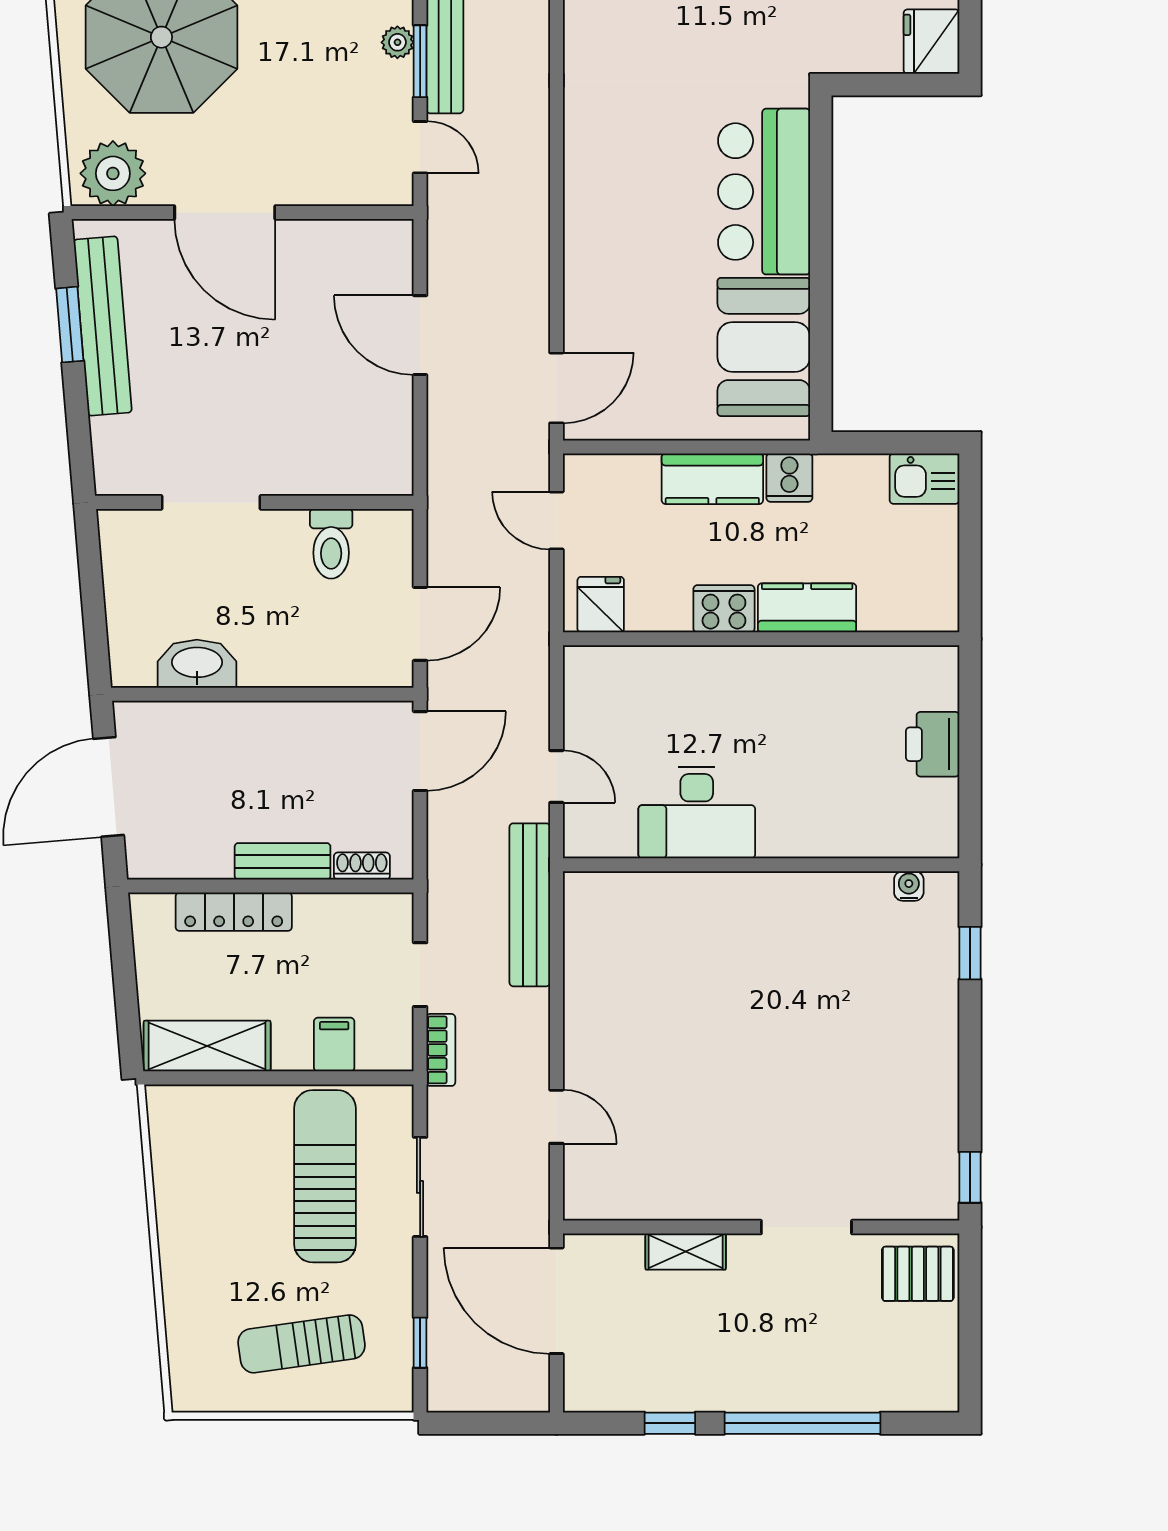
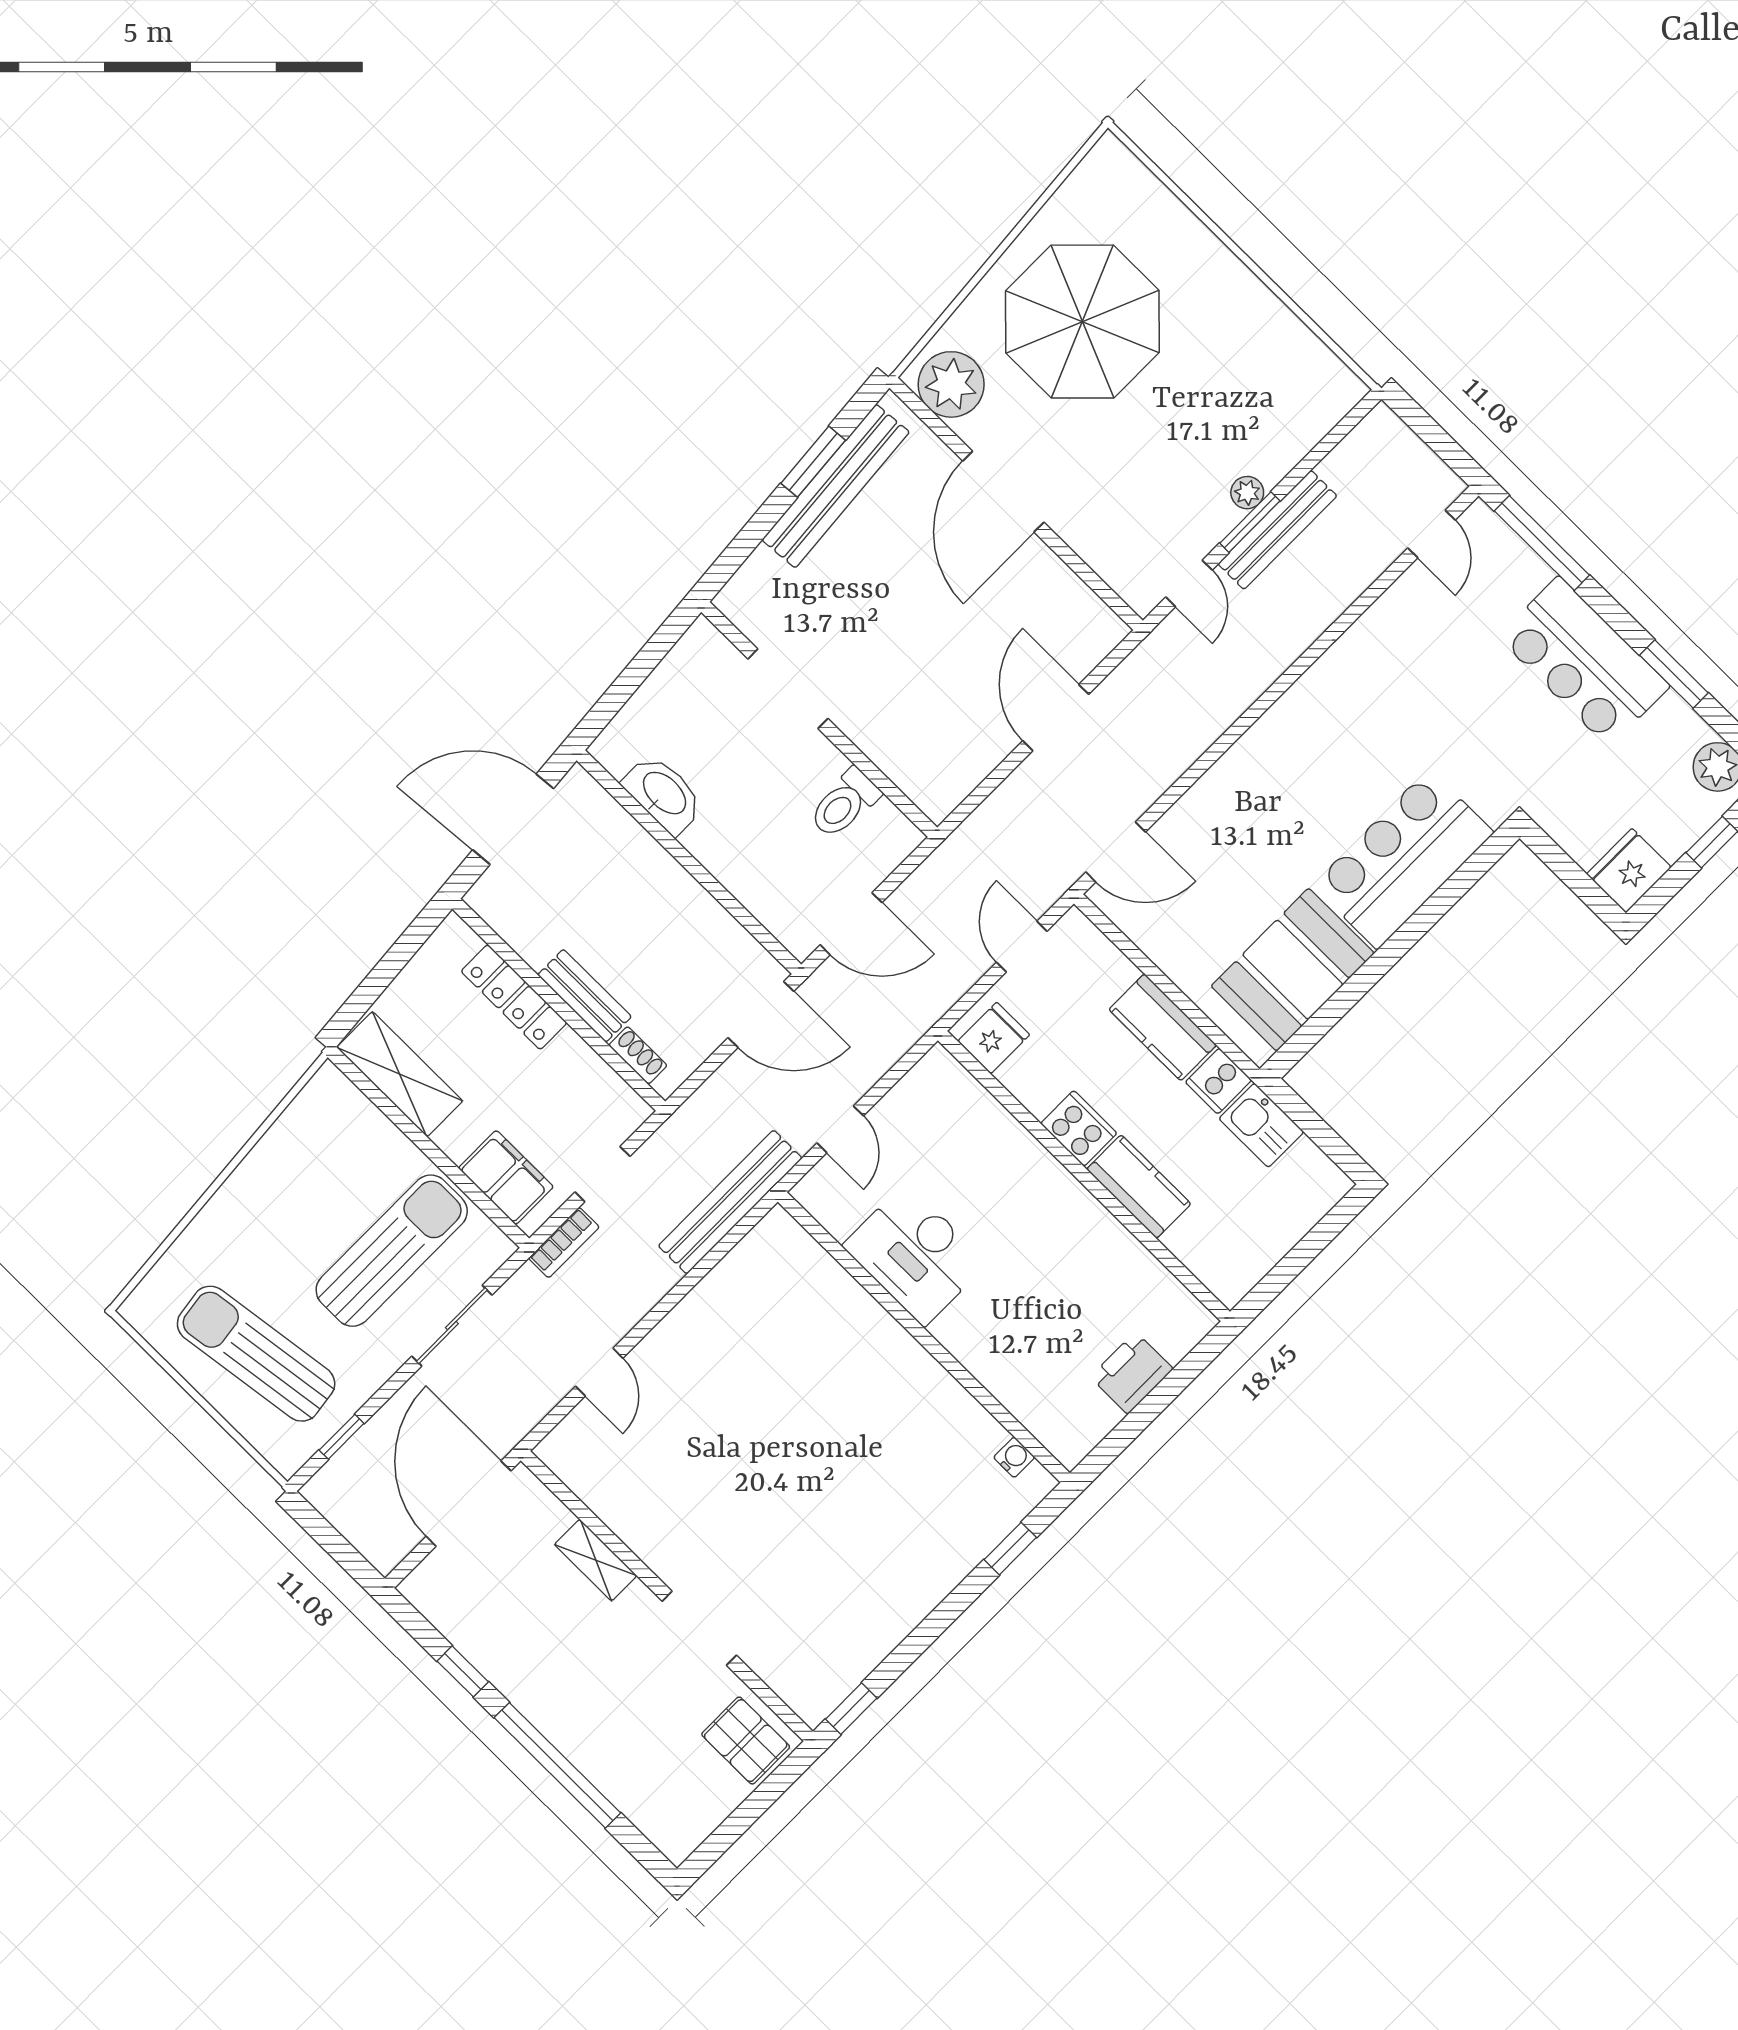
kitchen sink: (924, 479) -> (1261, 1125), moved
filing cabinet: (334, 1045) -> (506, 1177), width x2.00
sun lounger: (302, 1344) -> (256, 1354), width x1.36, depth x1.34

